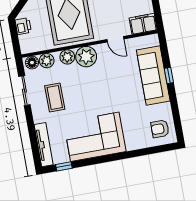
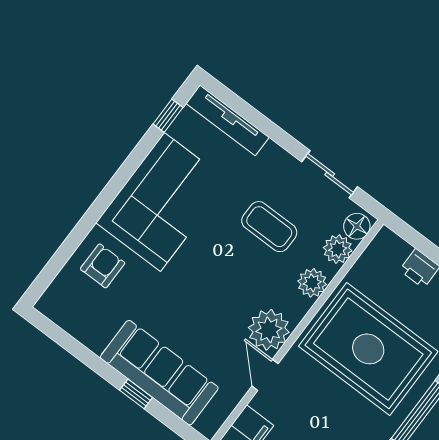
door: (115, 39) -> (265, 375), hinge flipped
plant: (86, 57) -> (269, 330), moved
coffee table: (55, 98) -> (269, 227), moved
armchair: (160, 129) -> (103, 266), moved

